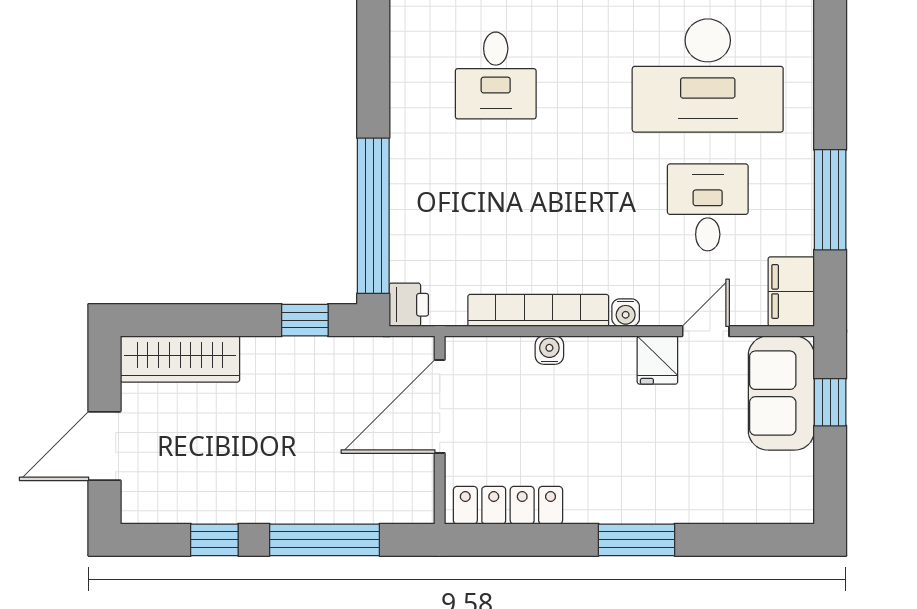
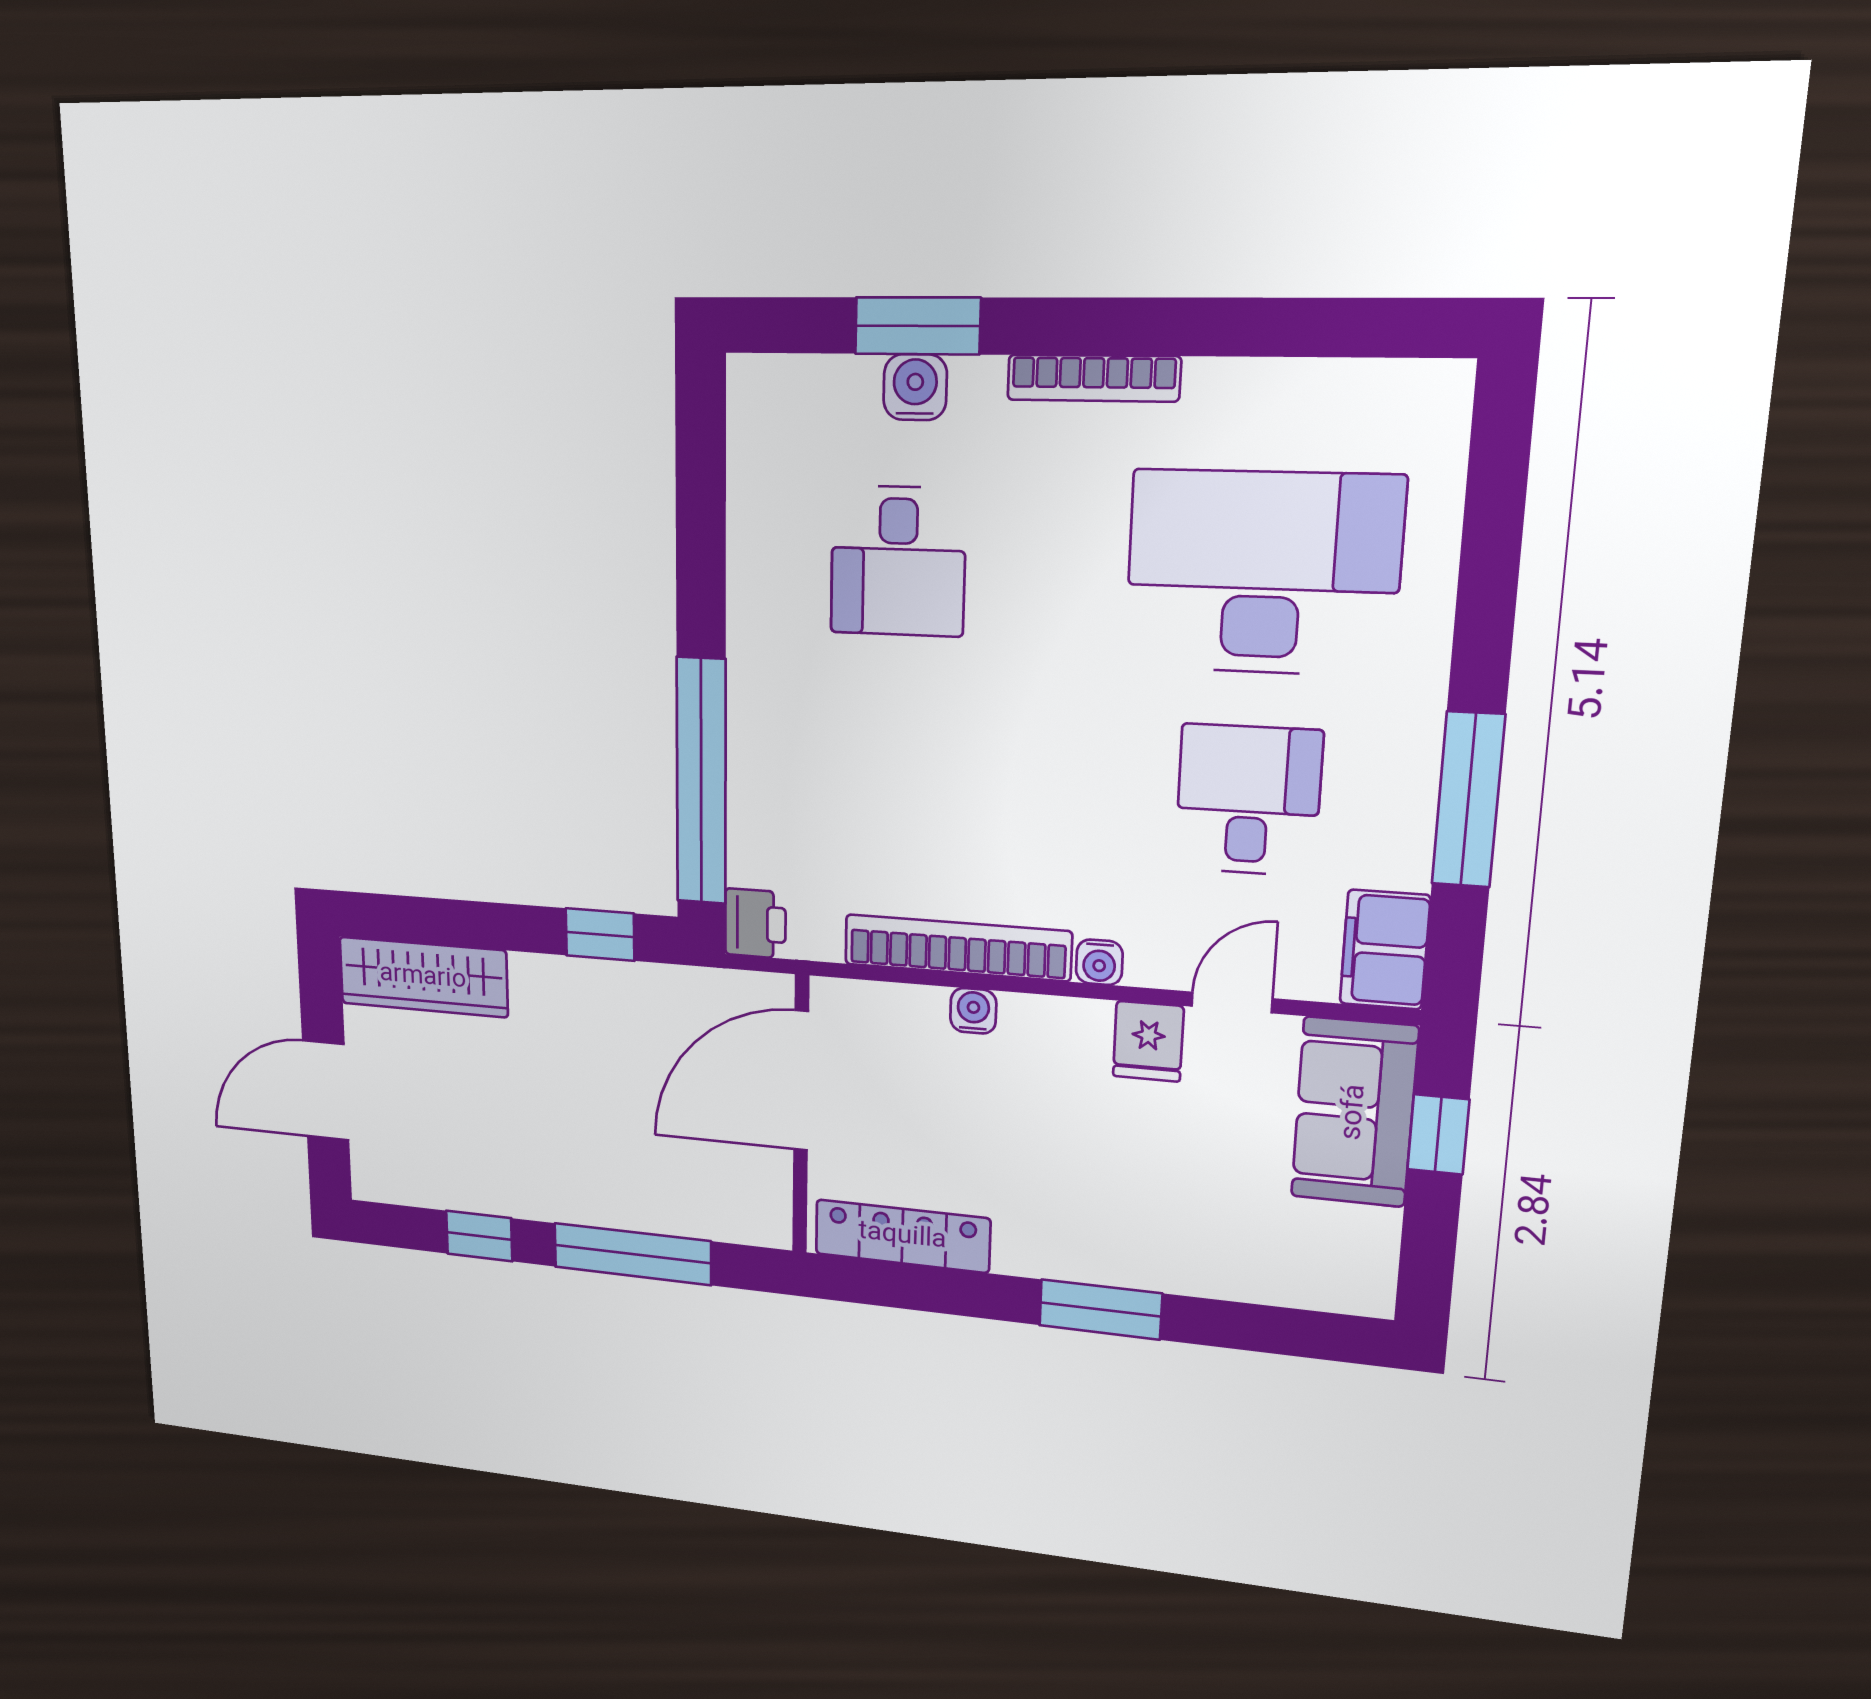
desk: (708, 75) -> (1263, 573), turned 180

